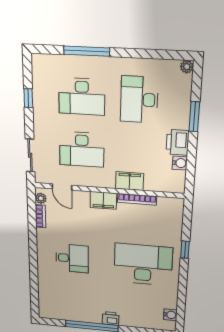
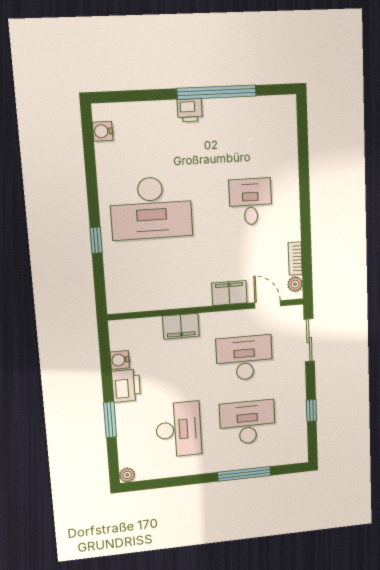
bookcase: (137, 199) -> (169, 303), removed
filing cabinet: (103, 200) -> (229, 293), moved
desk: (72, 258) -> (250, 202), turned 90

